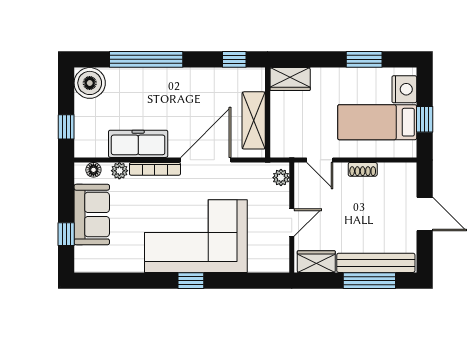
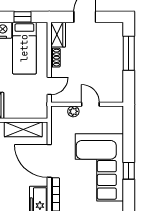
plant: (281, 178) -> (73, 111), moved
wardrobe: (316, 262) -> (58, 35), moved, turned 180
bench: (376, 263) -> (117, 49), removed

